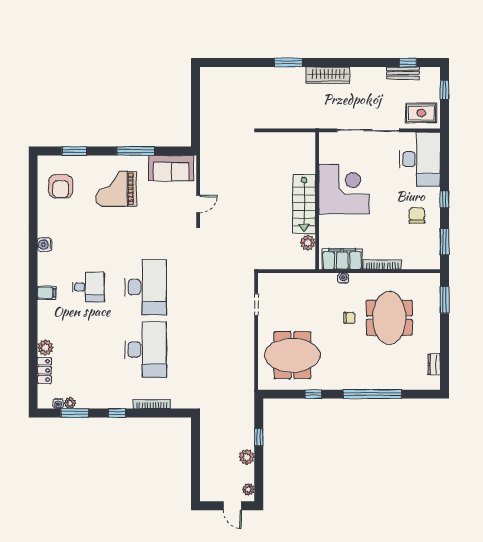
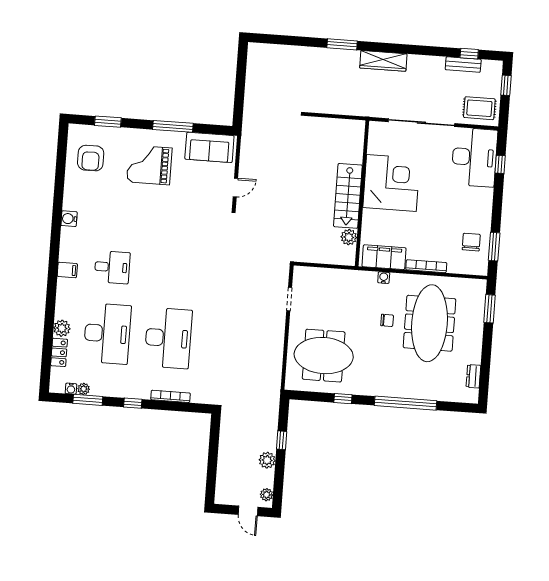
window: (444, 199) -> (500, 164), moved
chair: (417, 215) -> (471, 242), moved
desk: (146, 287) -> (107, 334), moved
meeting table: (389, 318) -> (430, 323), width x1.36

